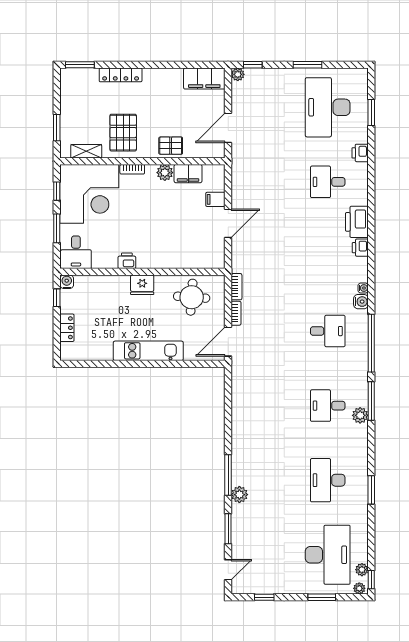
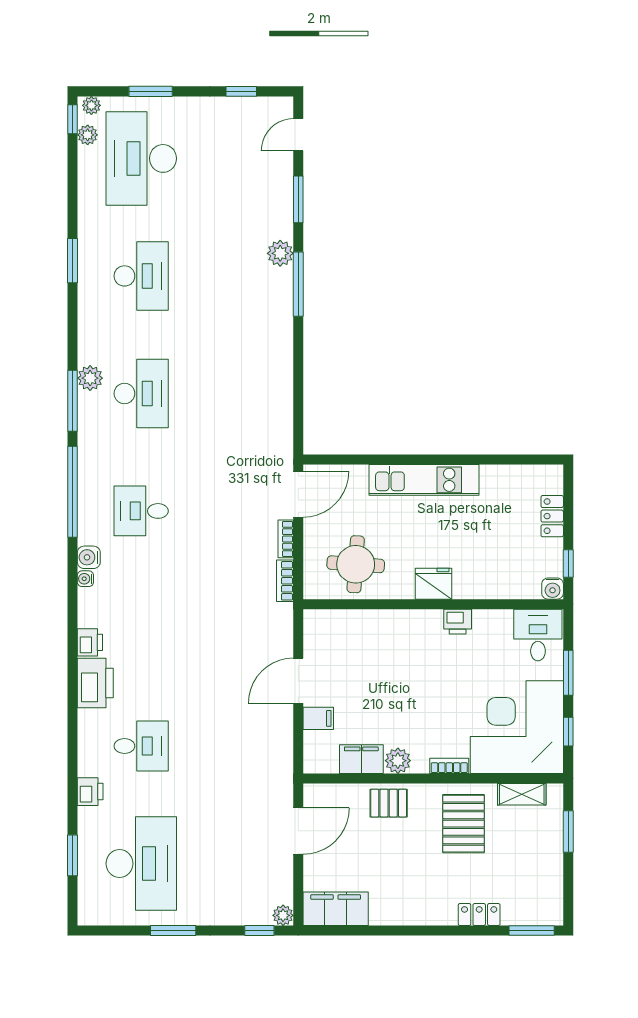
locker: (121, 75) -> (479, 915), width x0.66
desk: (328, 406) -> (141, 393), width x1.37

